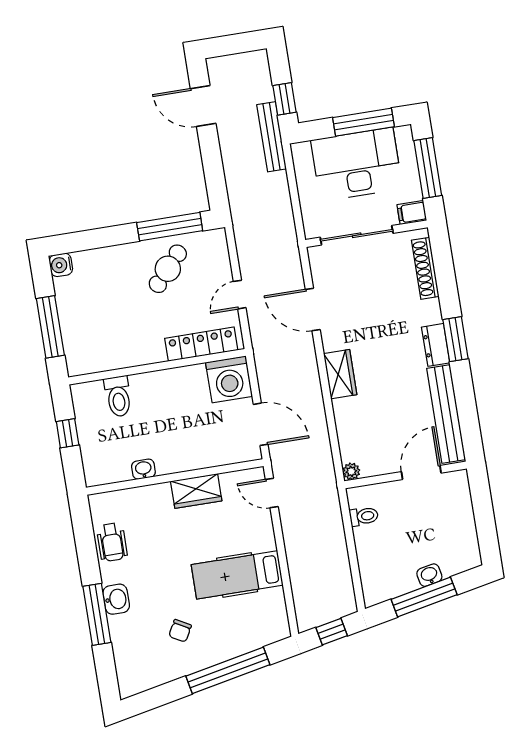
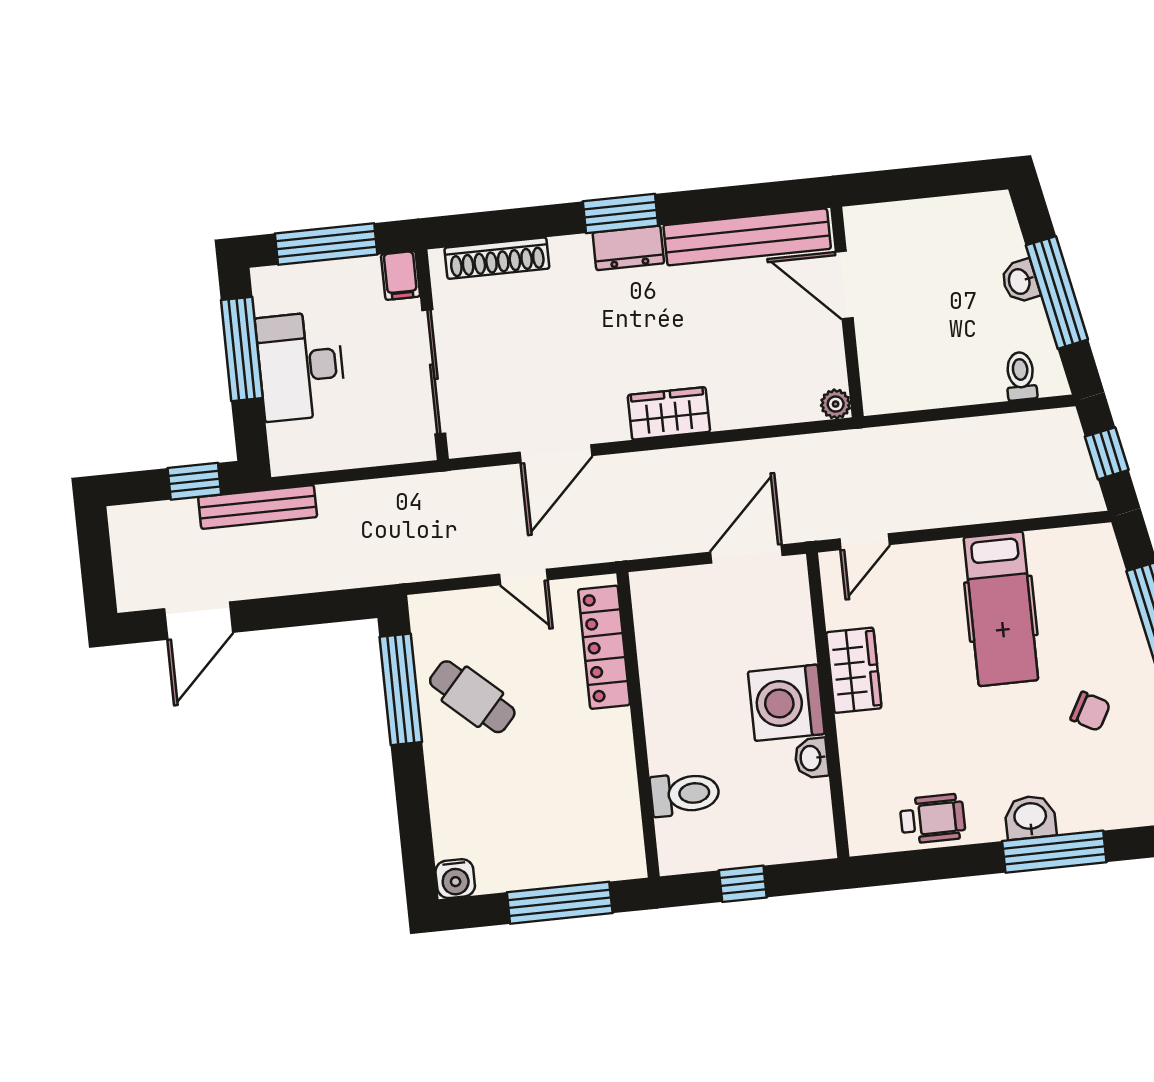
desk: (357, 164) -> (301, 366), width x0.73, depth x0.77
washing machine: (229, 379) -> (786, 703), moved, turned 180
toilet: (364, 516) -> (1021, 376), moved

